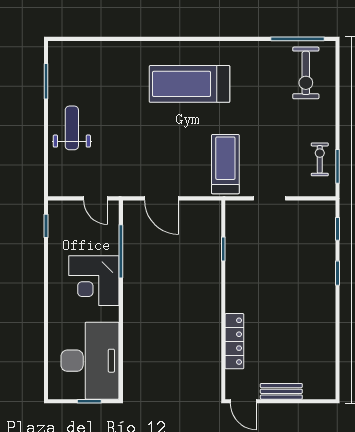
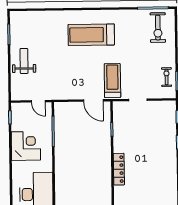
door: (162, 198) -> (93, 100), moved
corner desk: (94, 281) -> (26, 146), moved, turned 180
locker: (234, 341) -> (119, 169), moved

